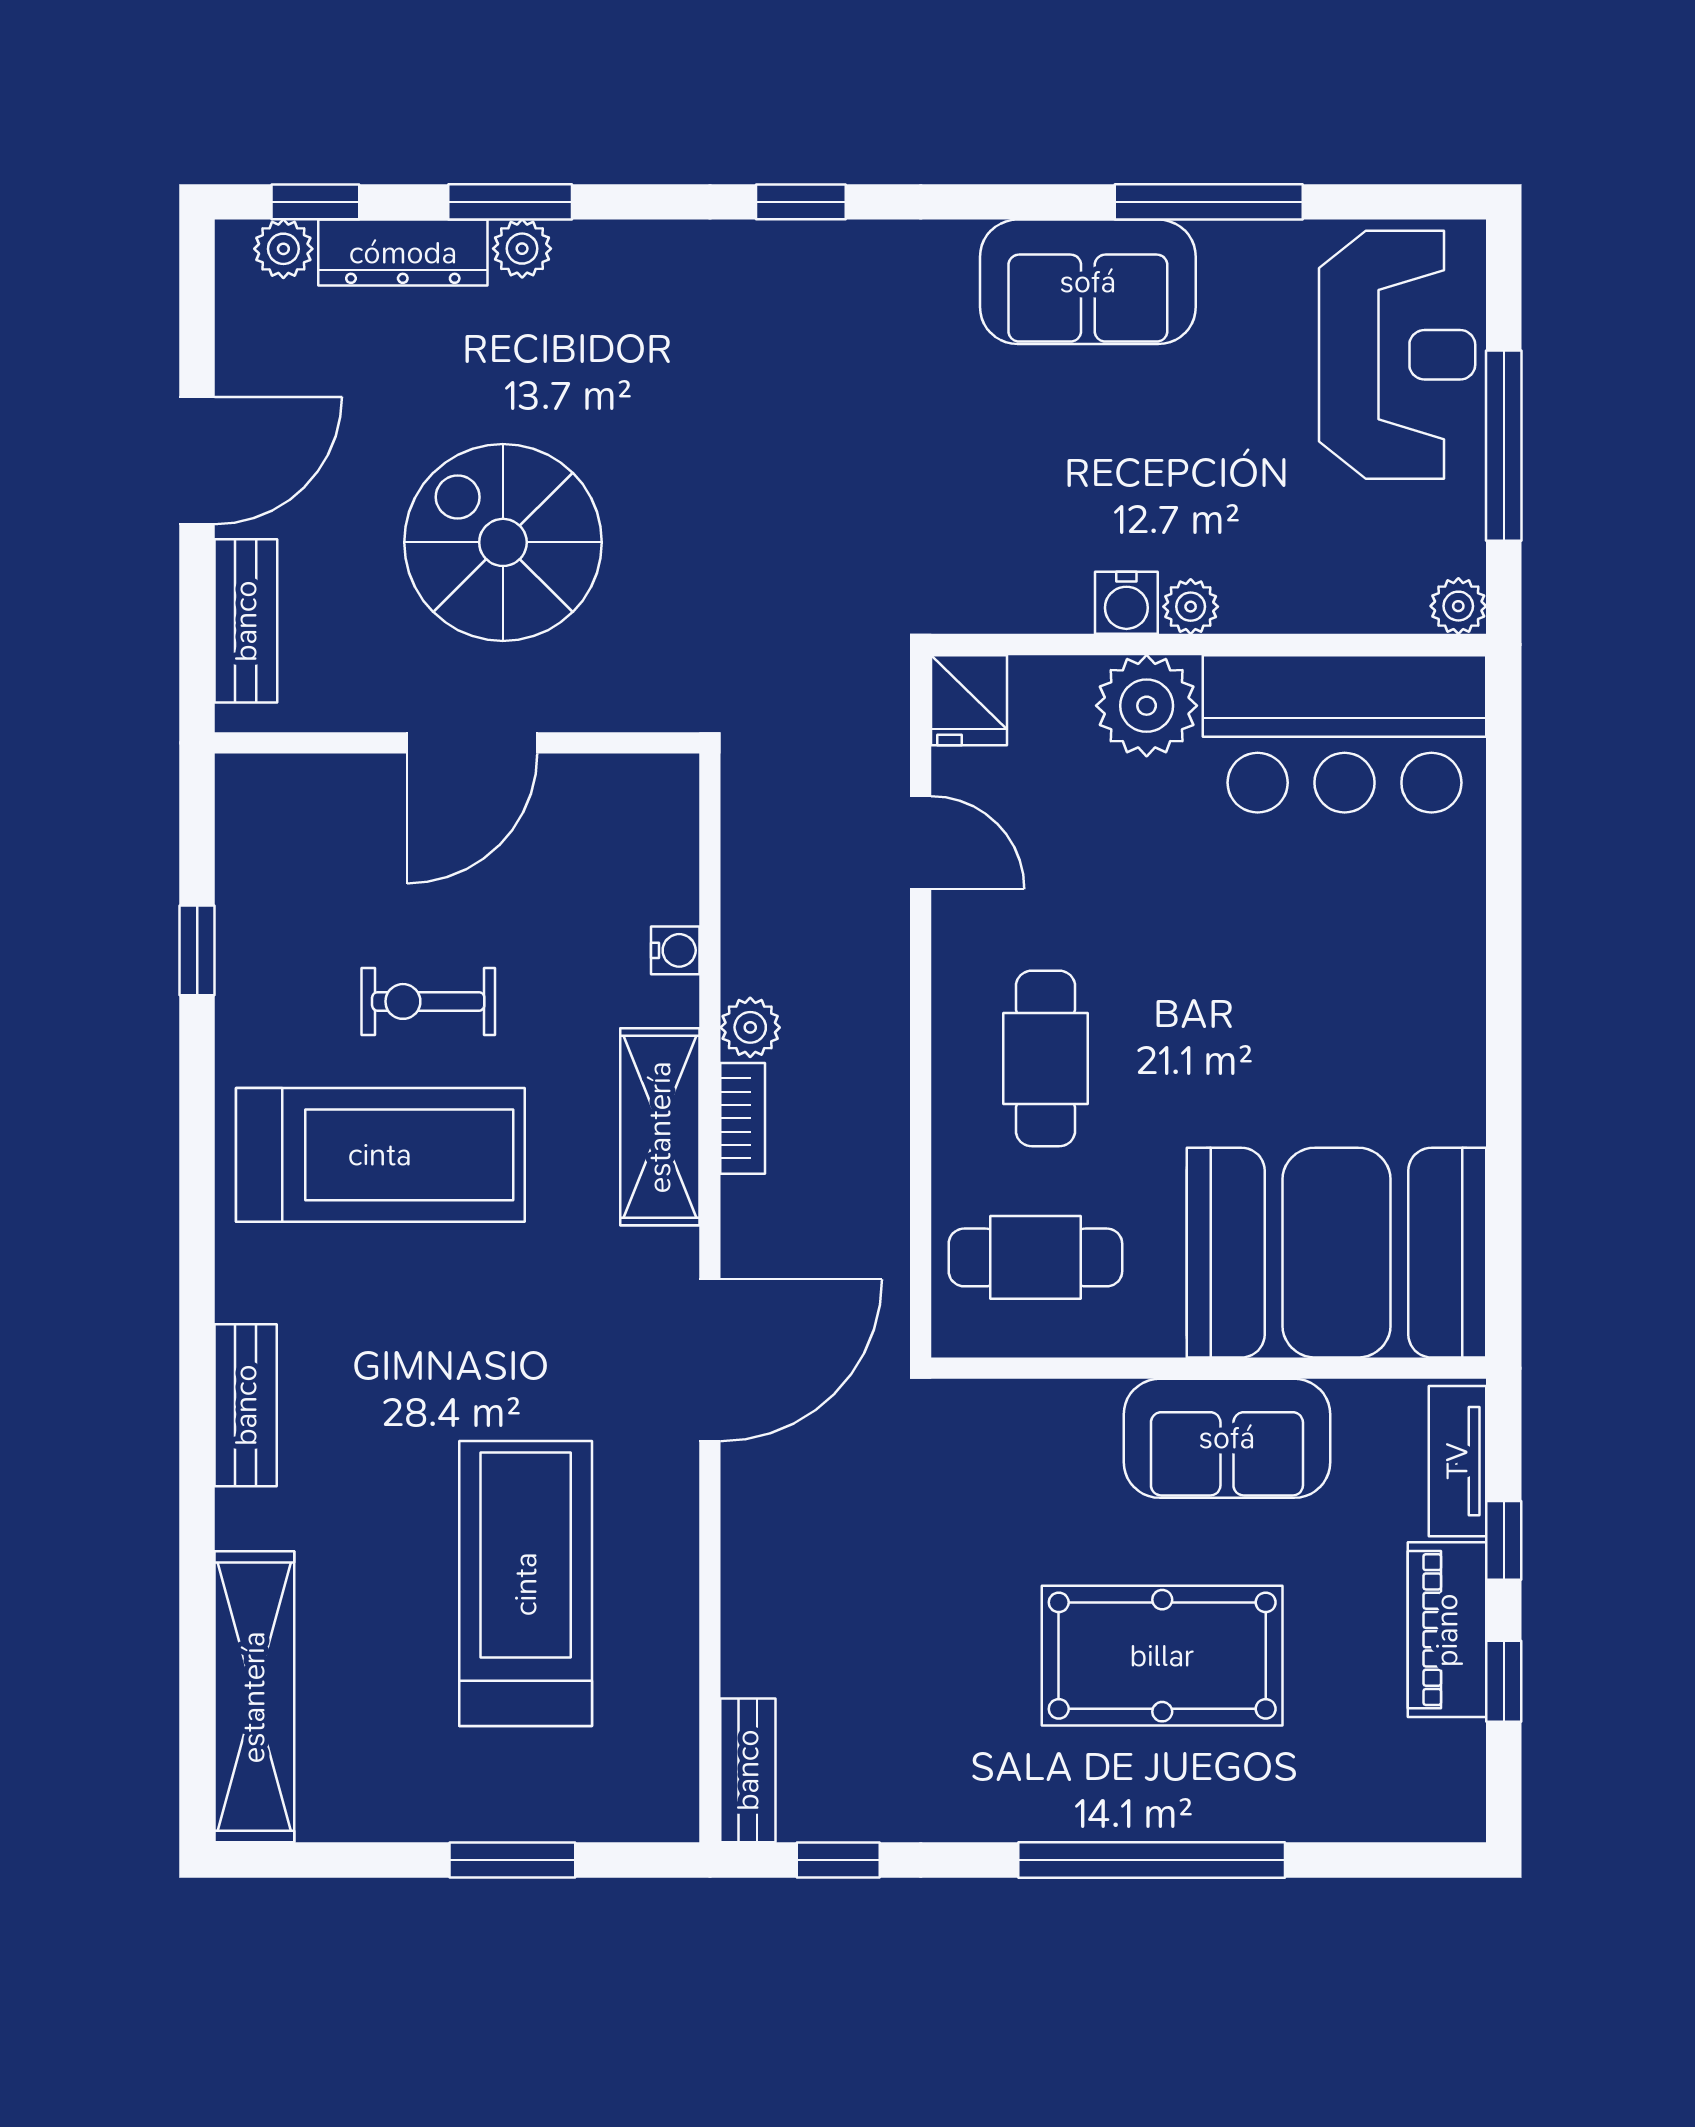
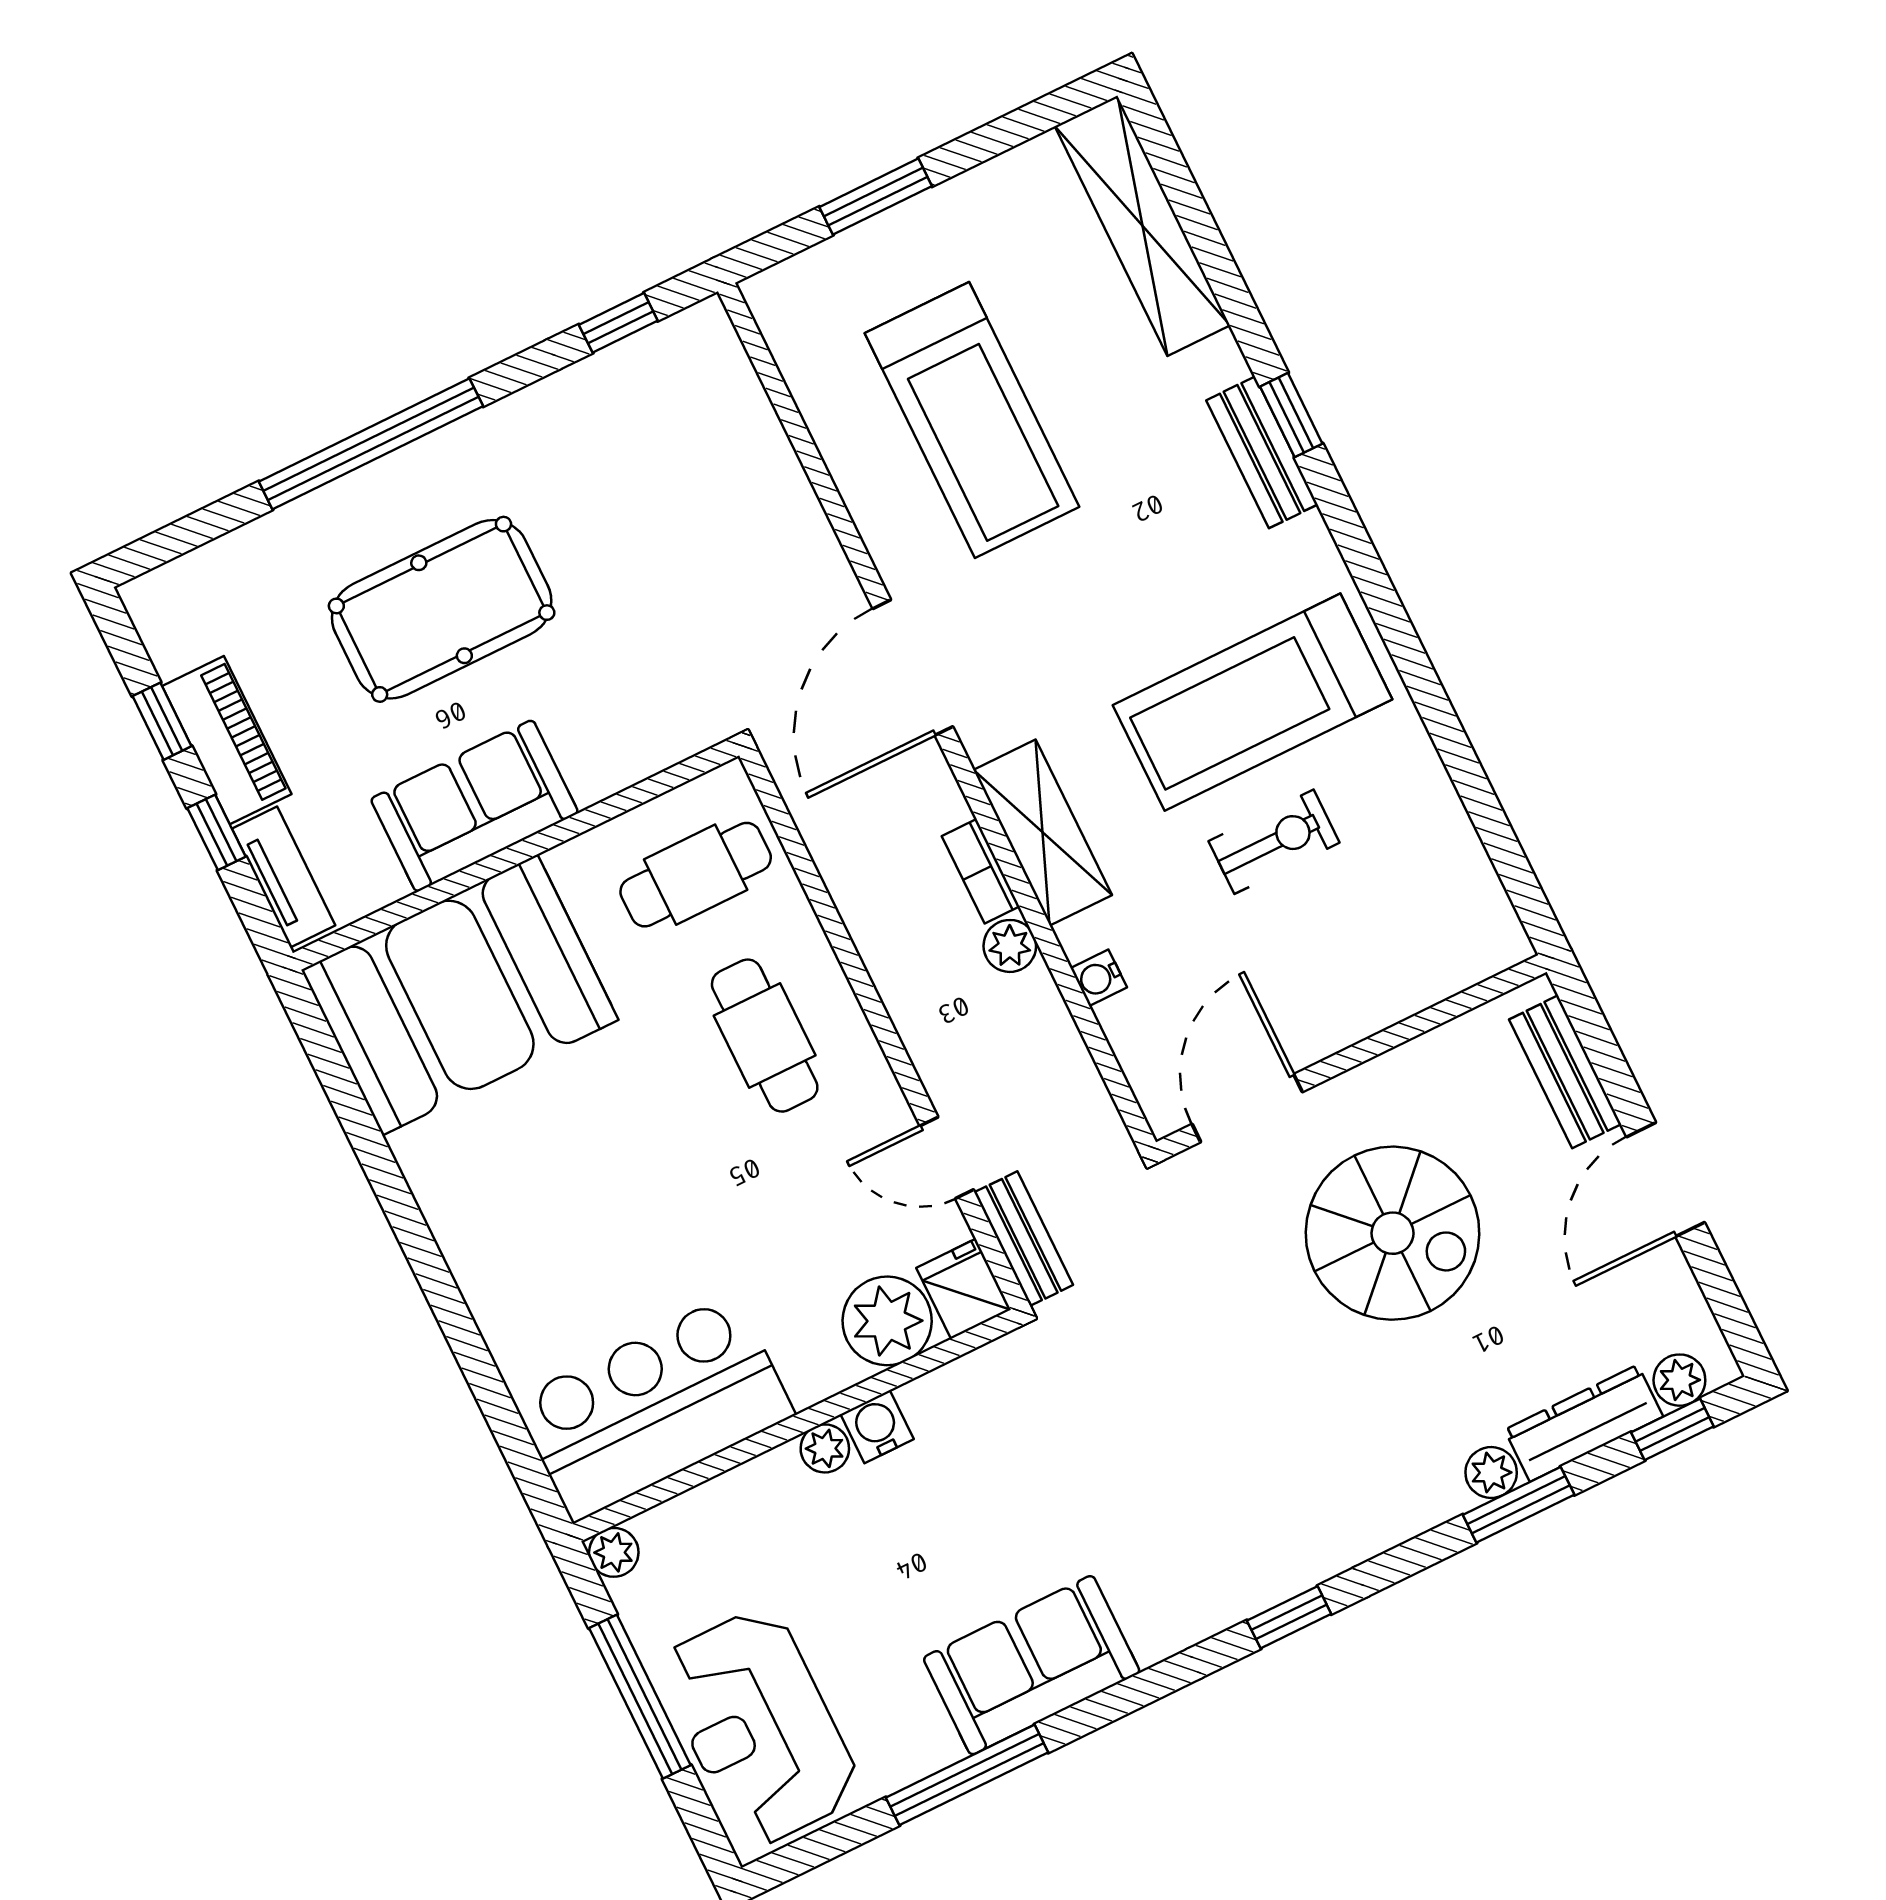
plant: (1147, 706) -> (887, 1321), moved
door: (472, 743) -> (1247, 1108), moved
window: (197, 950) -> (1291, 415), moved
bench: (748, 1770) -> (1024, 1239), moved

